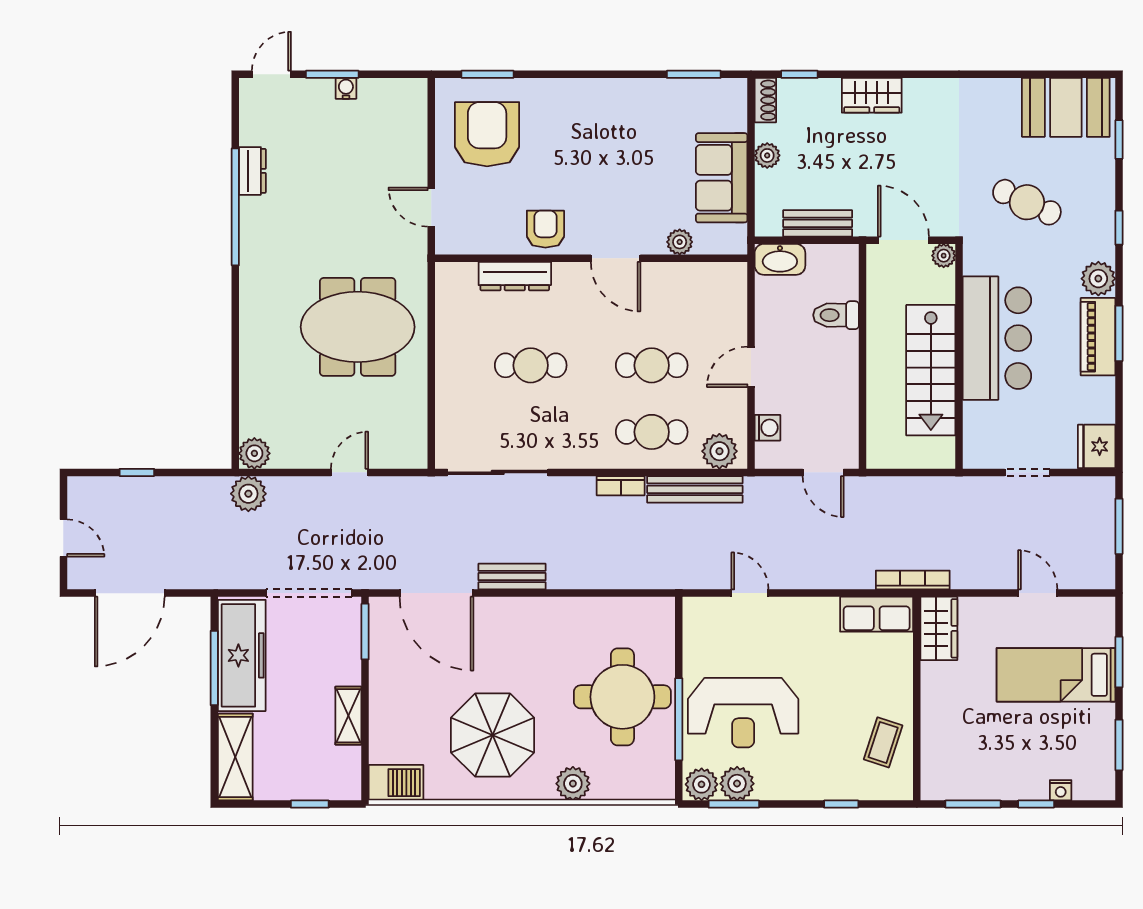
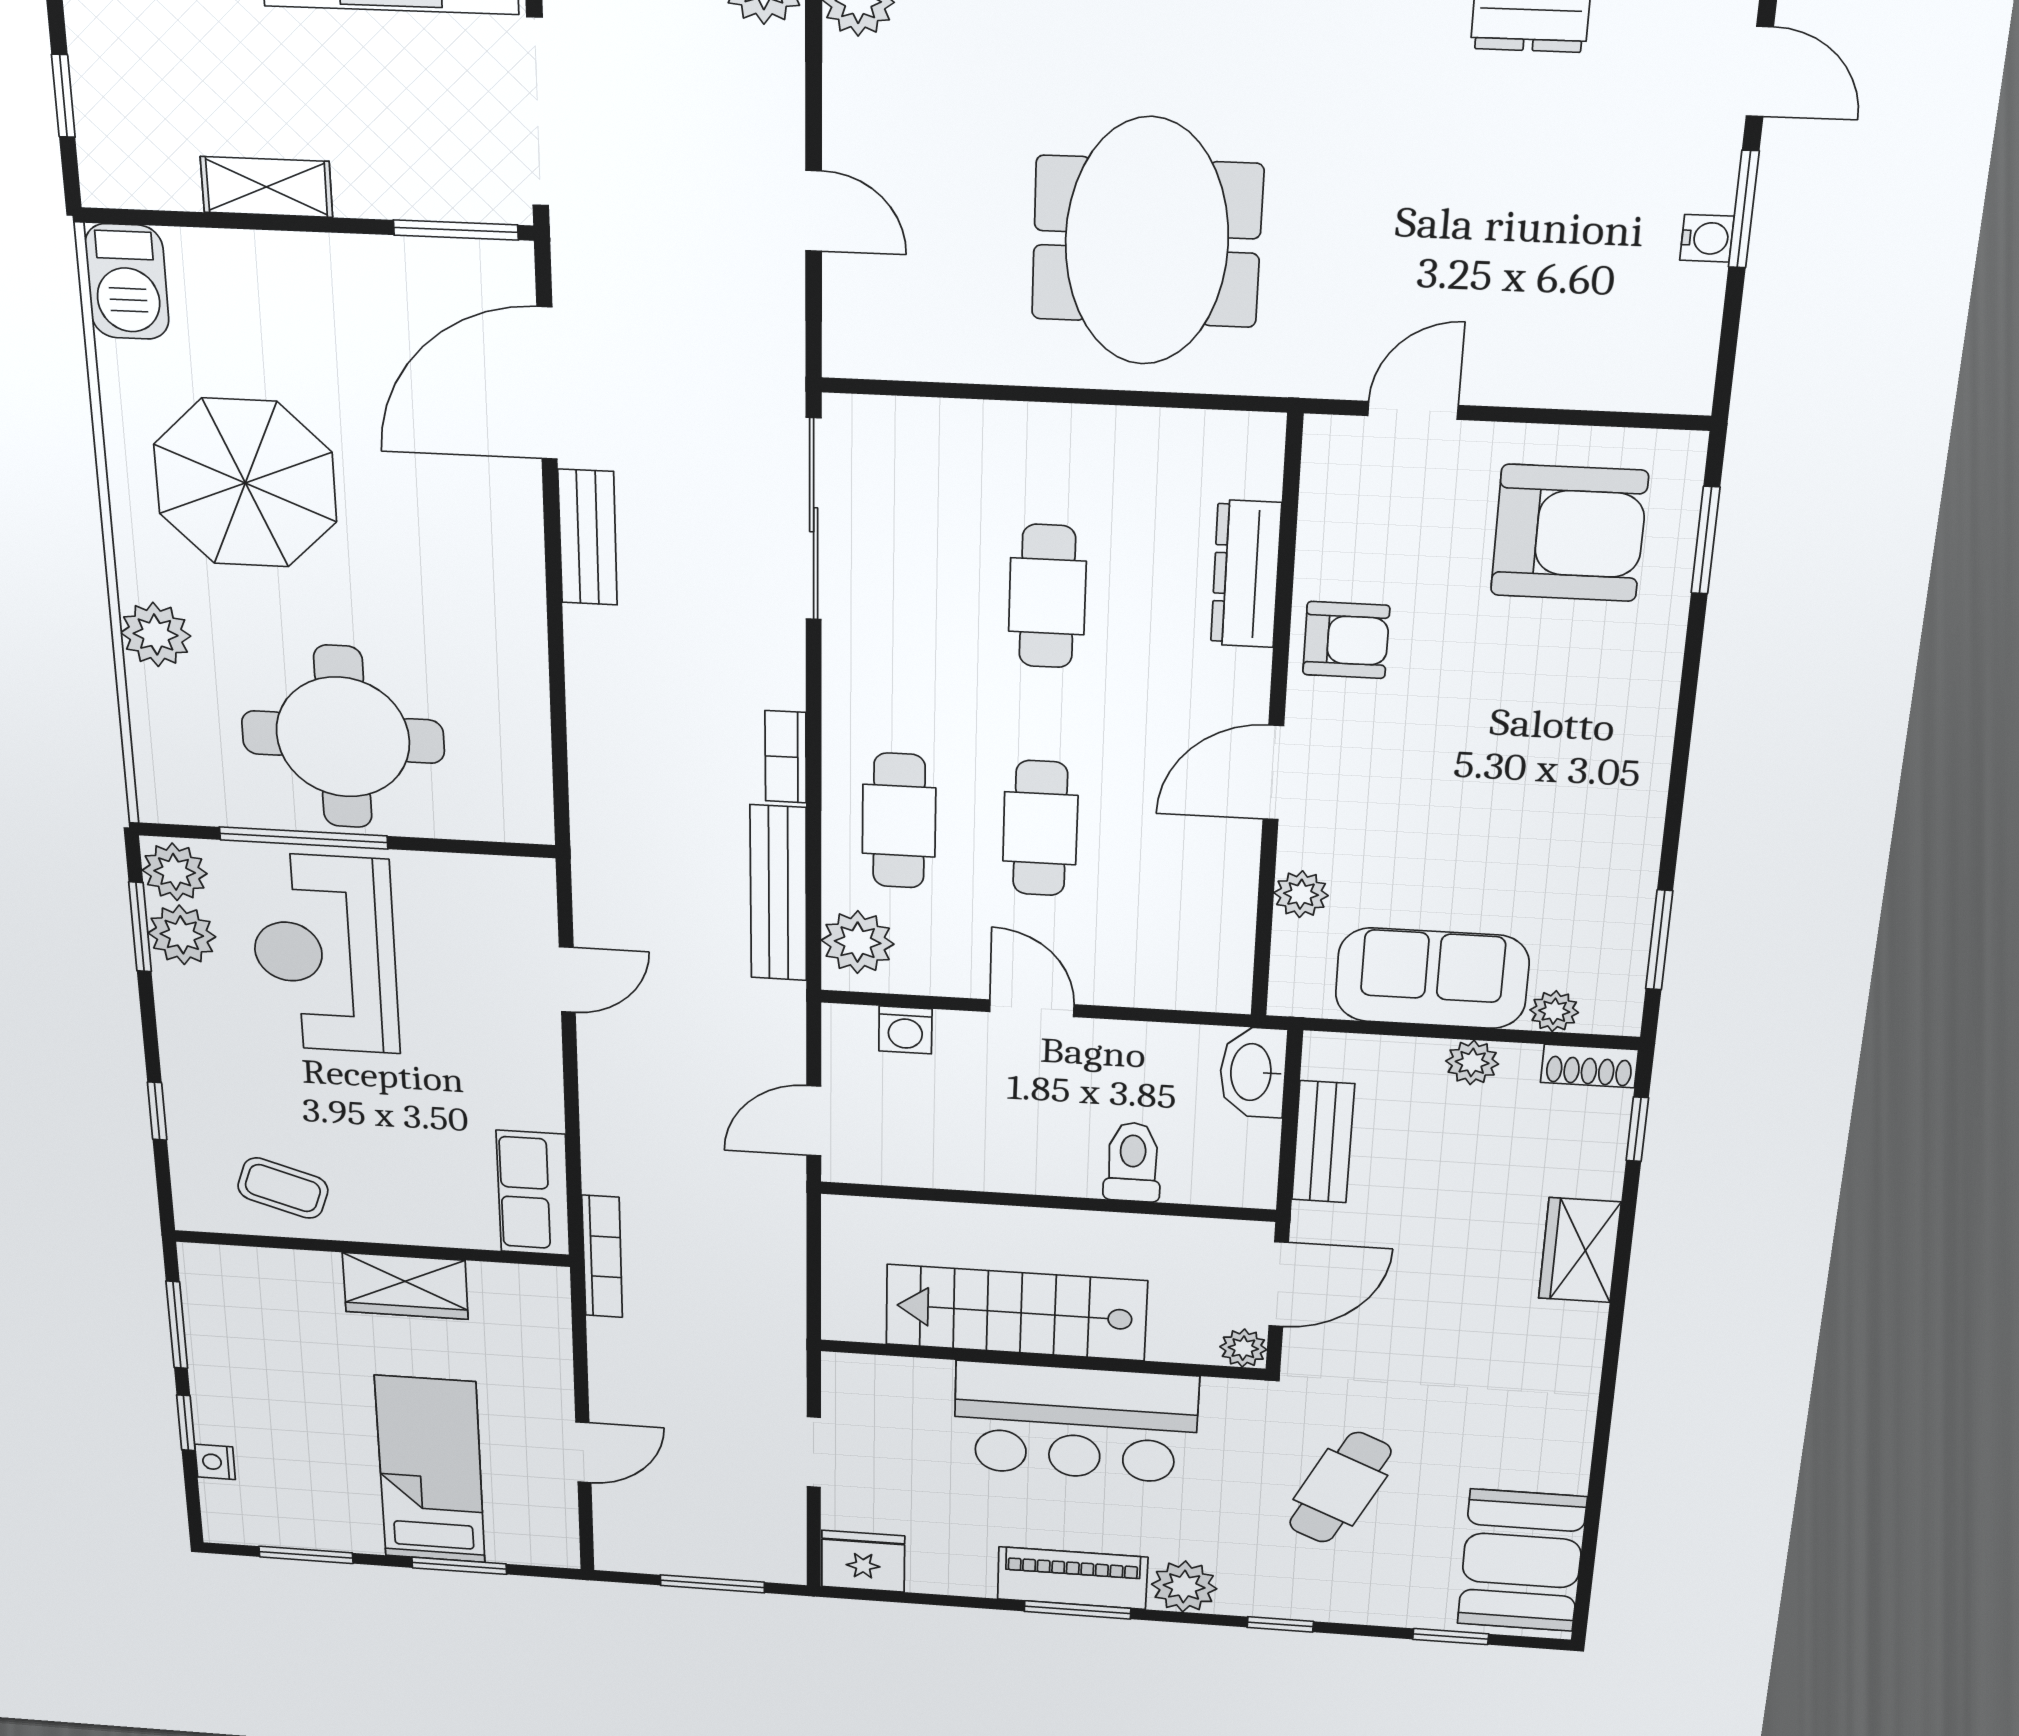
plant: (736, 119) -> (1554, 1011), added
wardrobe: (939, 628) -> (405, 1286), moved

